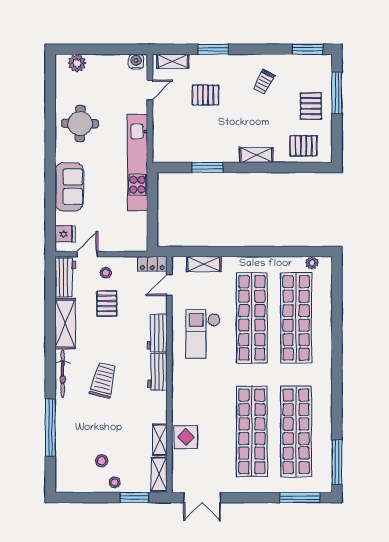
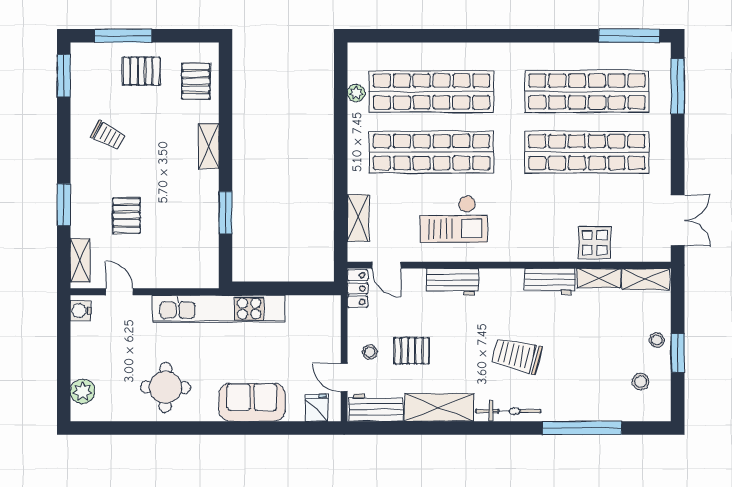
plant: (312, 263) -> (356, 93), moved
workbench: (157, 372) -> (550, 281), moved
stool: (102, 461) -> (641, 382), moved
window: (134, 498) -> (678, 353), moved

